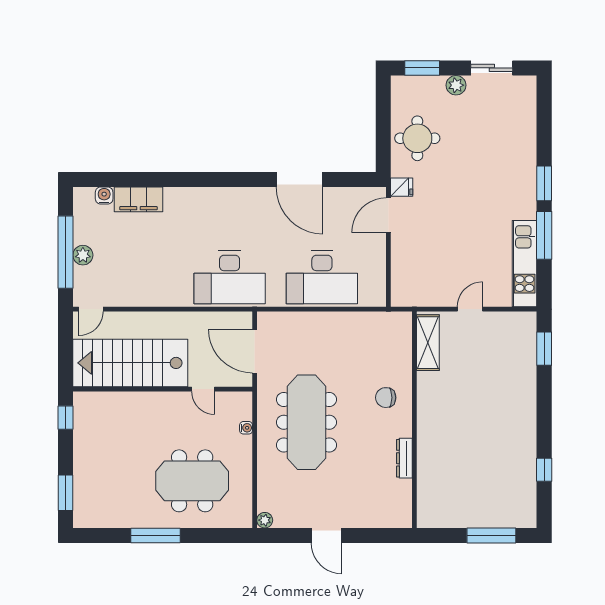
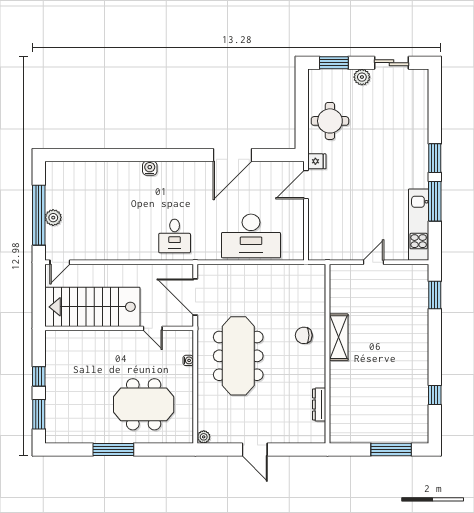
door: (299, 179) -> (232, 155), hinge flipped
water cooler: (104, 196) -> (150, 168), moved
filing cabinet: (138, 199) -> (99, 172), removed
desk: (230, 277) -> (175, 236), width x0.53, depth x0.77
shelving: (428, 343) -> (339, 337), moved
window: (65, 418) -> (39, 376), moved
dresser: (404, 458) -> (319, 404), moved

